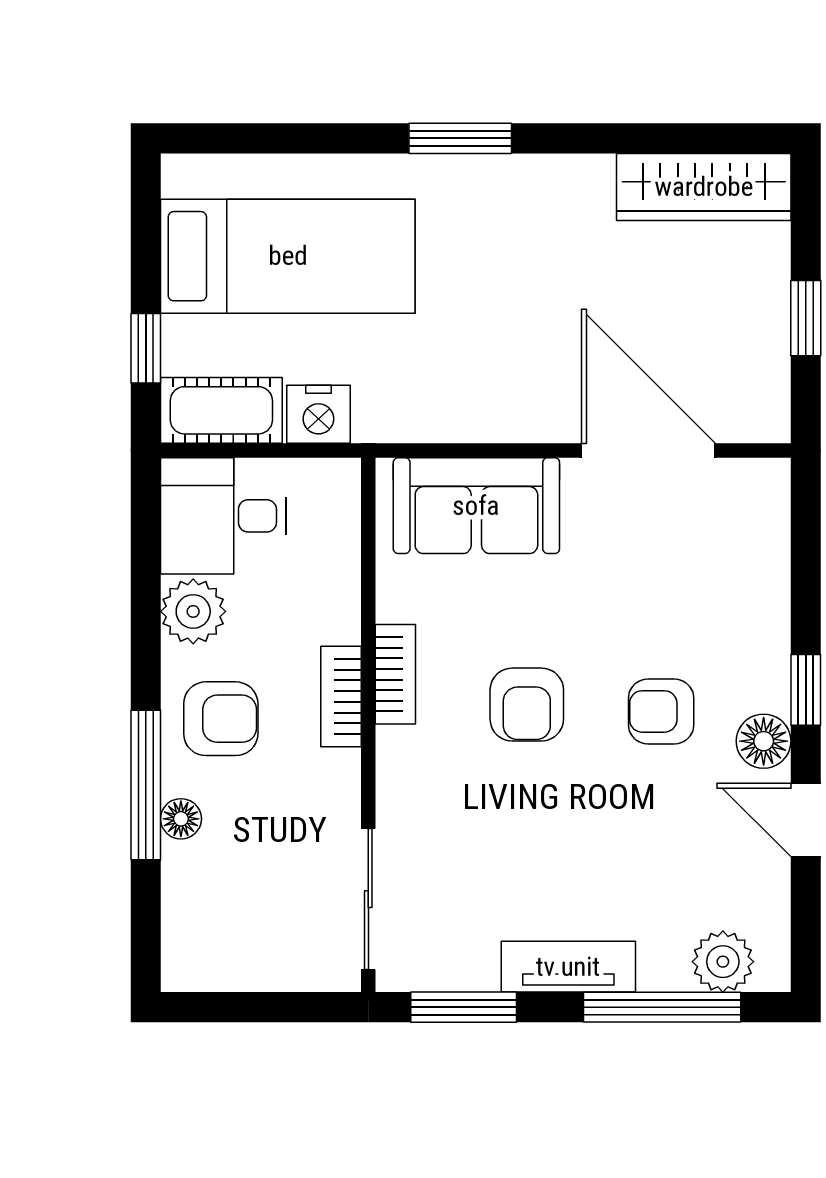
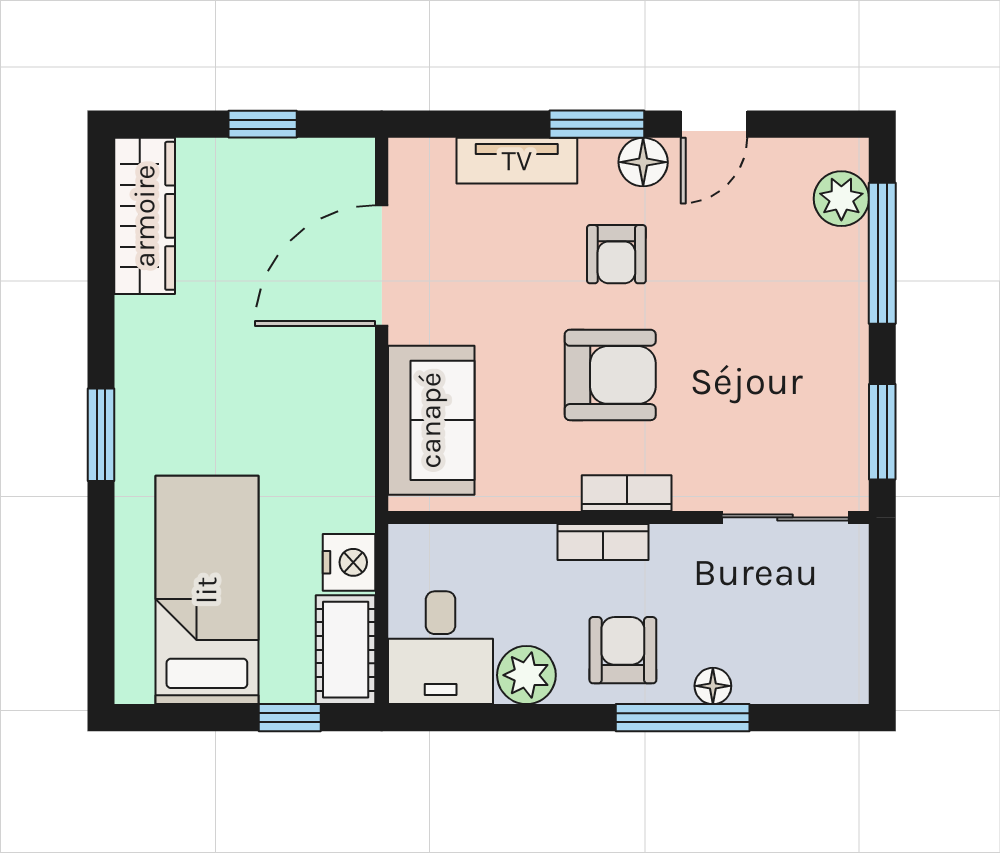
bookcase: (395, 674) -> (627, 493), moved
window: (806, 690) -> (597, 124), width x1.50
armchair: (527, 705) -> (610, 375), width x1.38, depth x1.38
tv unit: (568, 967) -> (517, 161), moved, turned -90

